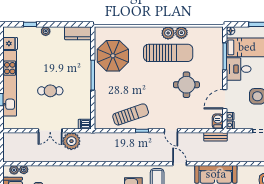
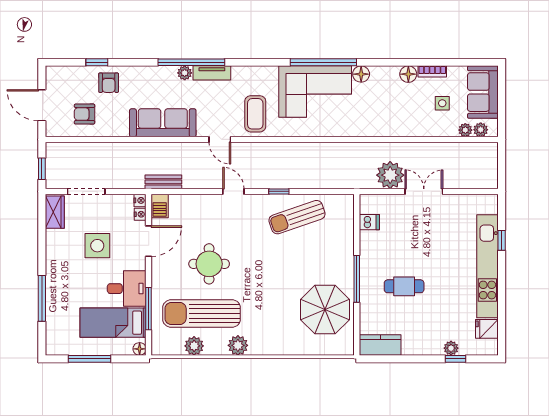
plant: (46, 31) -> (451, 348), moved
plant: (181, 33) -> (194, 346), moved
sun lounger: (168, 53) -> (202, 314), moved
cafe table: (50, 91) -> (404, 286), moved
dishwasher: (85, 124) -> (369, 222), moved

